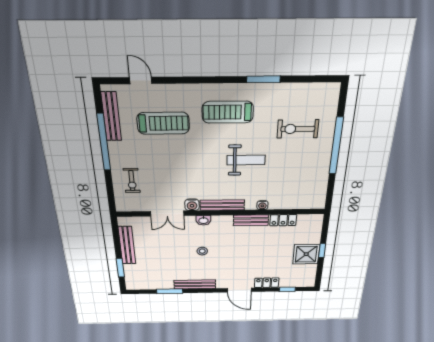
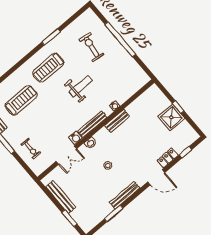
exercise bike: (298, 129) -> (91, 47), turned 98
locker: (283, 220) -> (135, 106), removed

